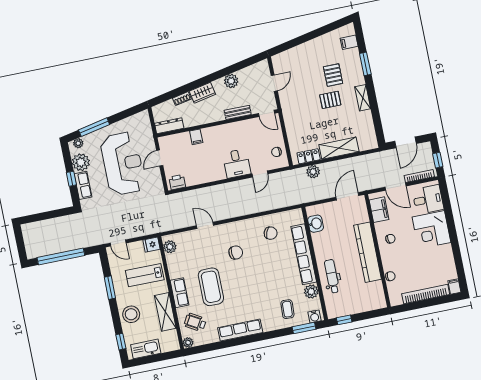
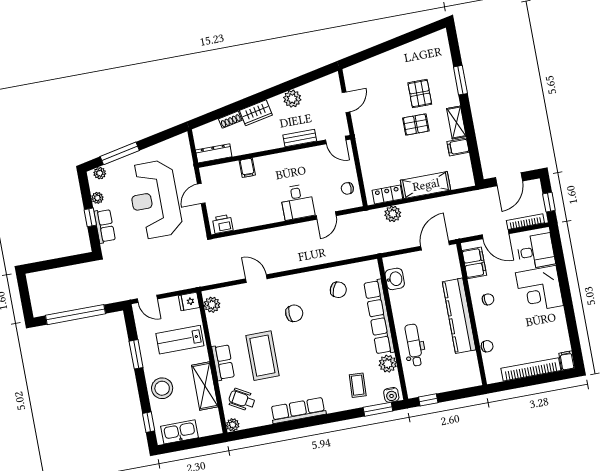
filing cabinet: (349, 42) -> (458, 147), moved
plant: (81, 162) -> (97, 198), width x0.53, depth x0.53
reception desk: (123, 164) -> (155, 200), turned 180

